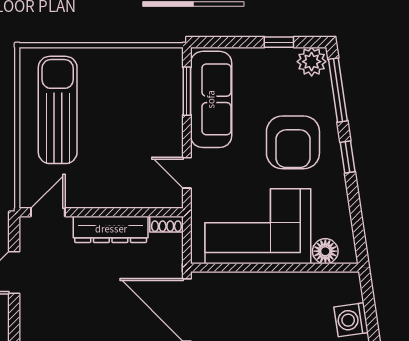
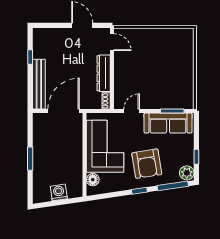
sun lounger: (58, 110) -> (163, 47), removed
armchair: (293, 142) -> (147, 164), turned -99

